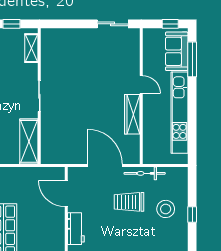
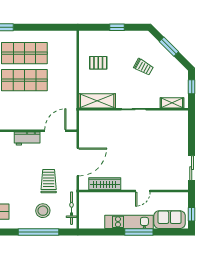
window: (192, 59) -> (139, 232), moved
kitchen unit: (180, 113) -> (129, 222), width x0.73
wardrobe: (132, 114) -> (105, 184), moved
bicycle: (145, 173) -> (72, 208), moved
window: (192, 214) -> (38, 232), width x3.17

